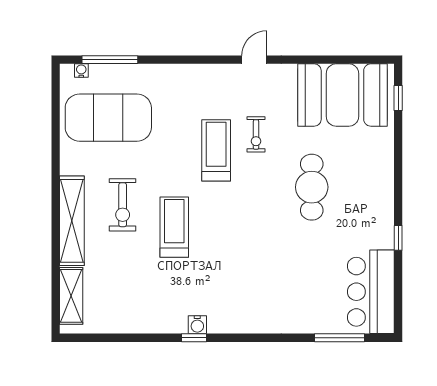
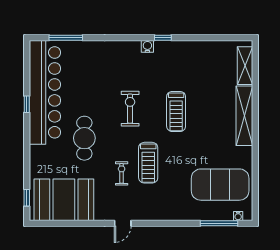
exercise bike: (123, 205) -> (130, 109), moved
bar counter: (371, 292) -> (45, 92), width x1.86
water cooler: (197, 325) -> (147, 46), moved

